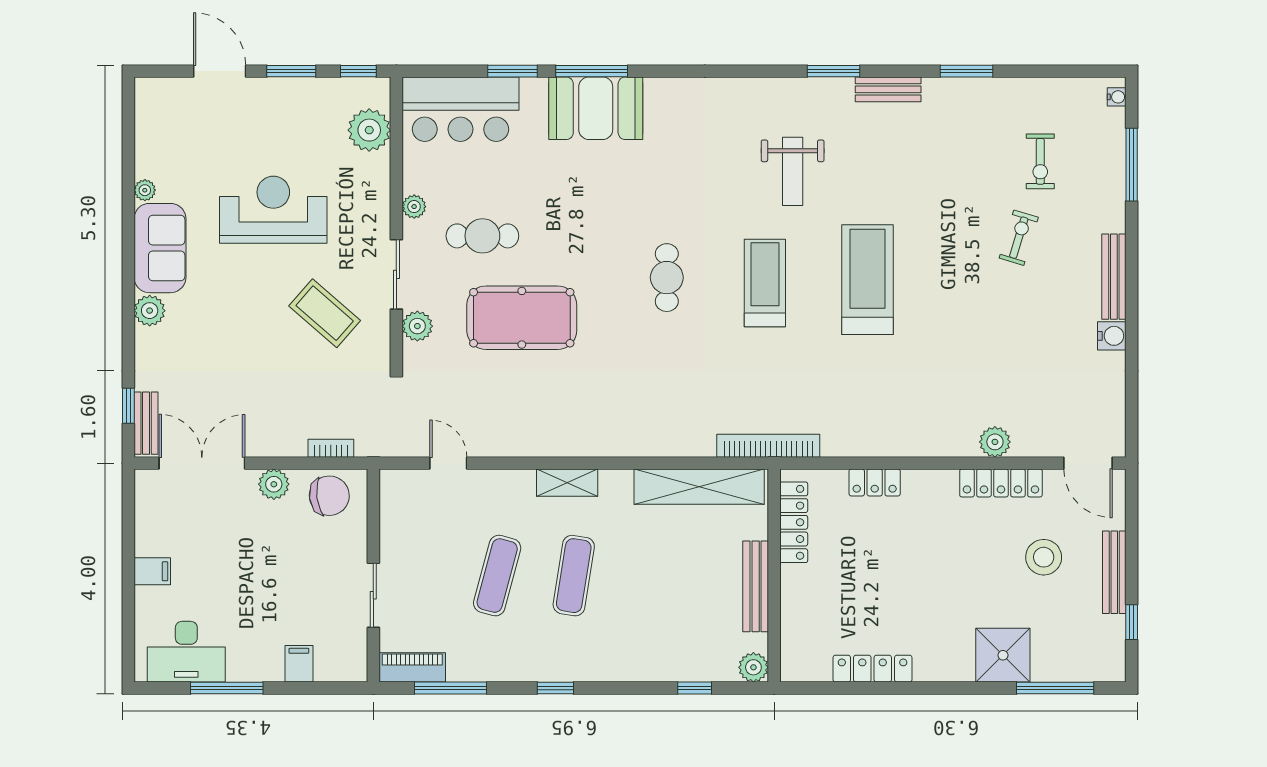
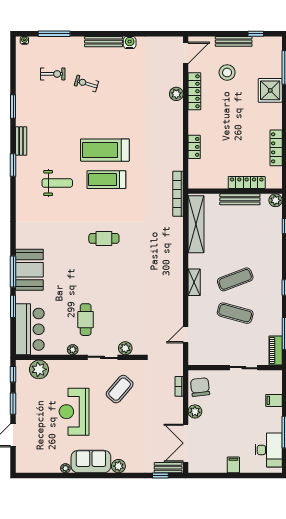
treadmill: (765, 283) -> (106, 180), moved
pool table: (522, 318) -> (122, 302), removed
locker: (794, 522) -> (247, 183), moved
exercise mat: (574, 576) -> (235, 279), turned -30

